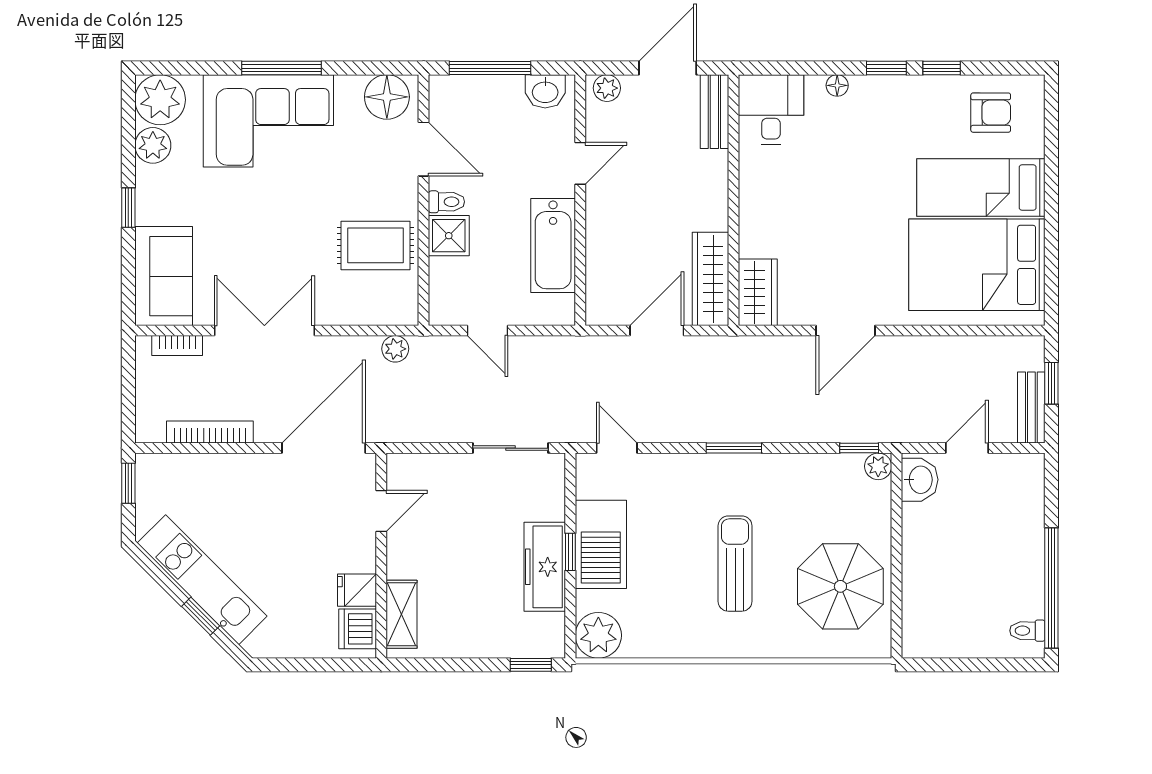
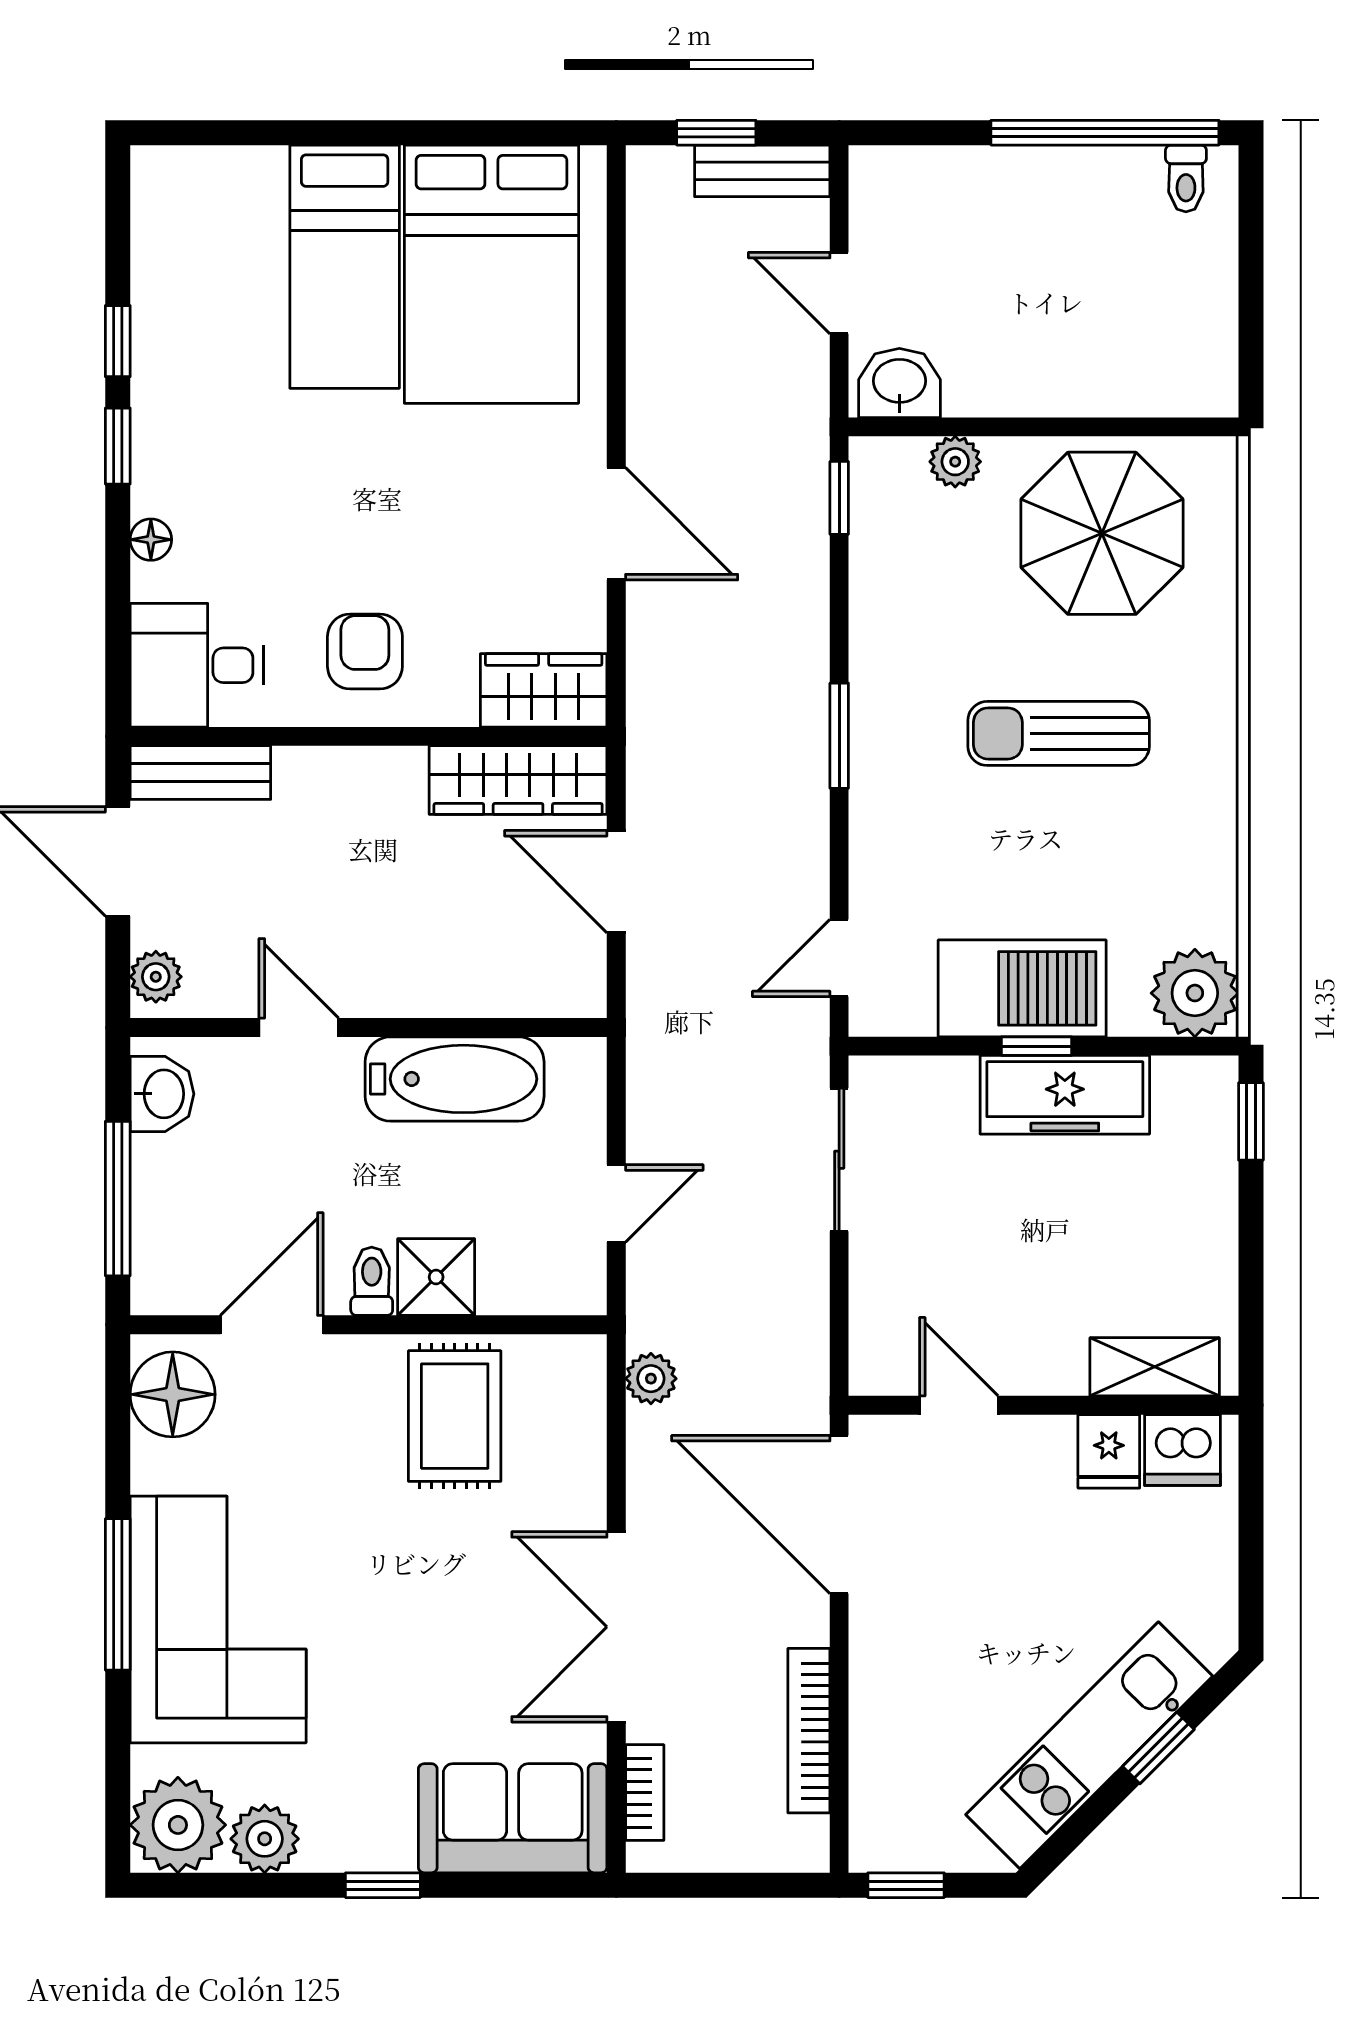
armchair: (991, 113) -> (365, 651), moved
plant: (878, 466) -> (955, 462), moved

